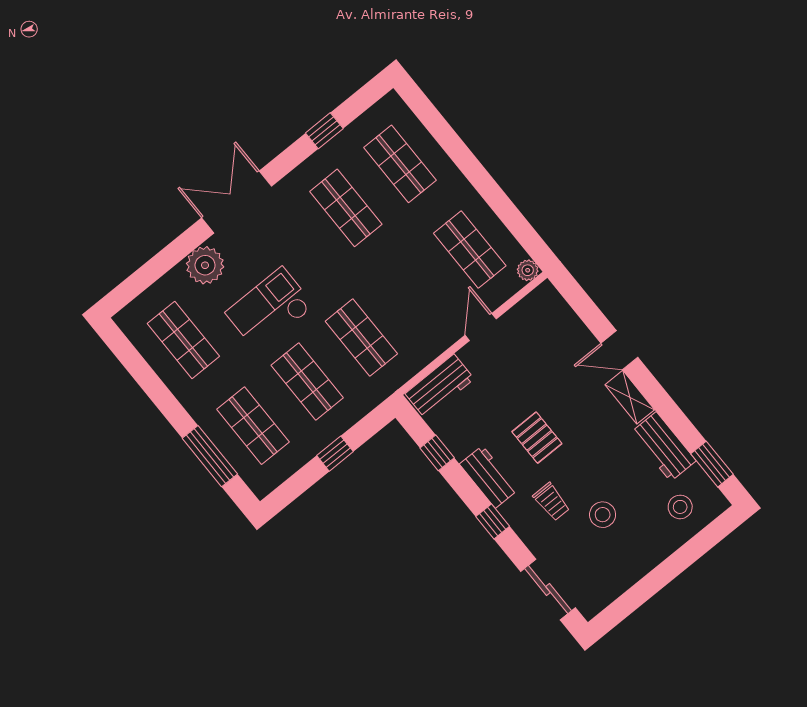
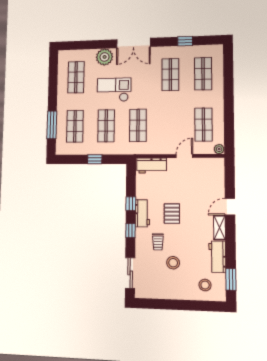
double door: (237, 202) -> (133, 43), swing flipped
door: (619, 350) -> (230, 207), hinge flipped
window: (437, 453) -> (131, 204), moved

